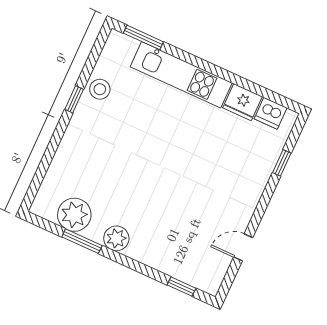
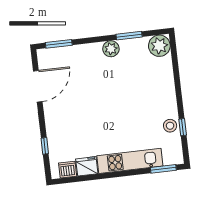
window: (74, 99) -> (183, 127), moved
plant: (74, 215) -> (159, 46), moved
door: (243, 247) -> (38, 86), width x1.87
window: (181, 287) -> (59, 44), width x1.50

